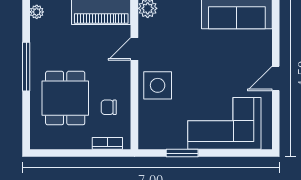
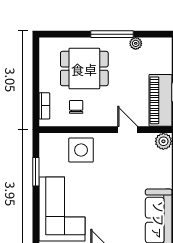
plant: (37, 12) -> (136, 43), moved
side table: (158, 85) -> (81, 150), moved

